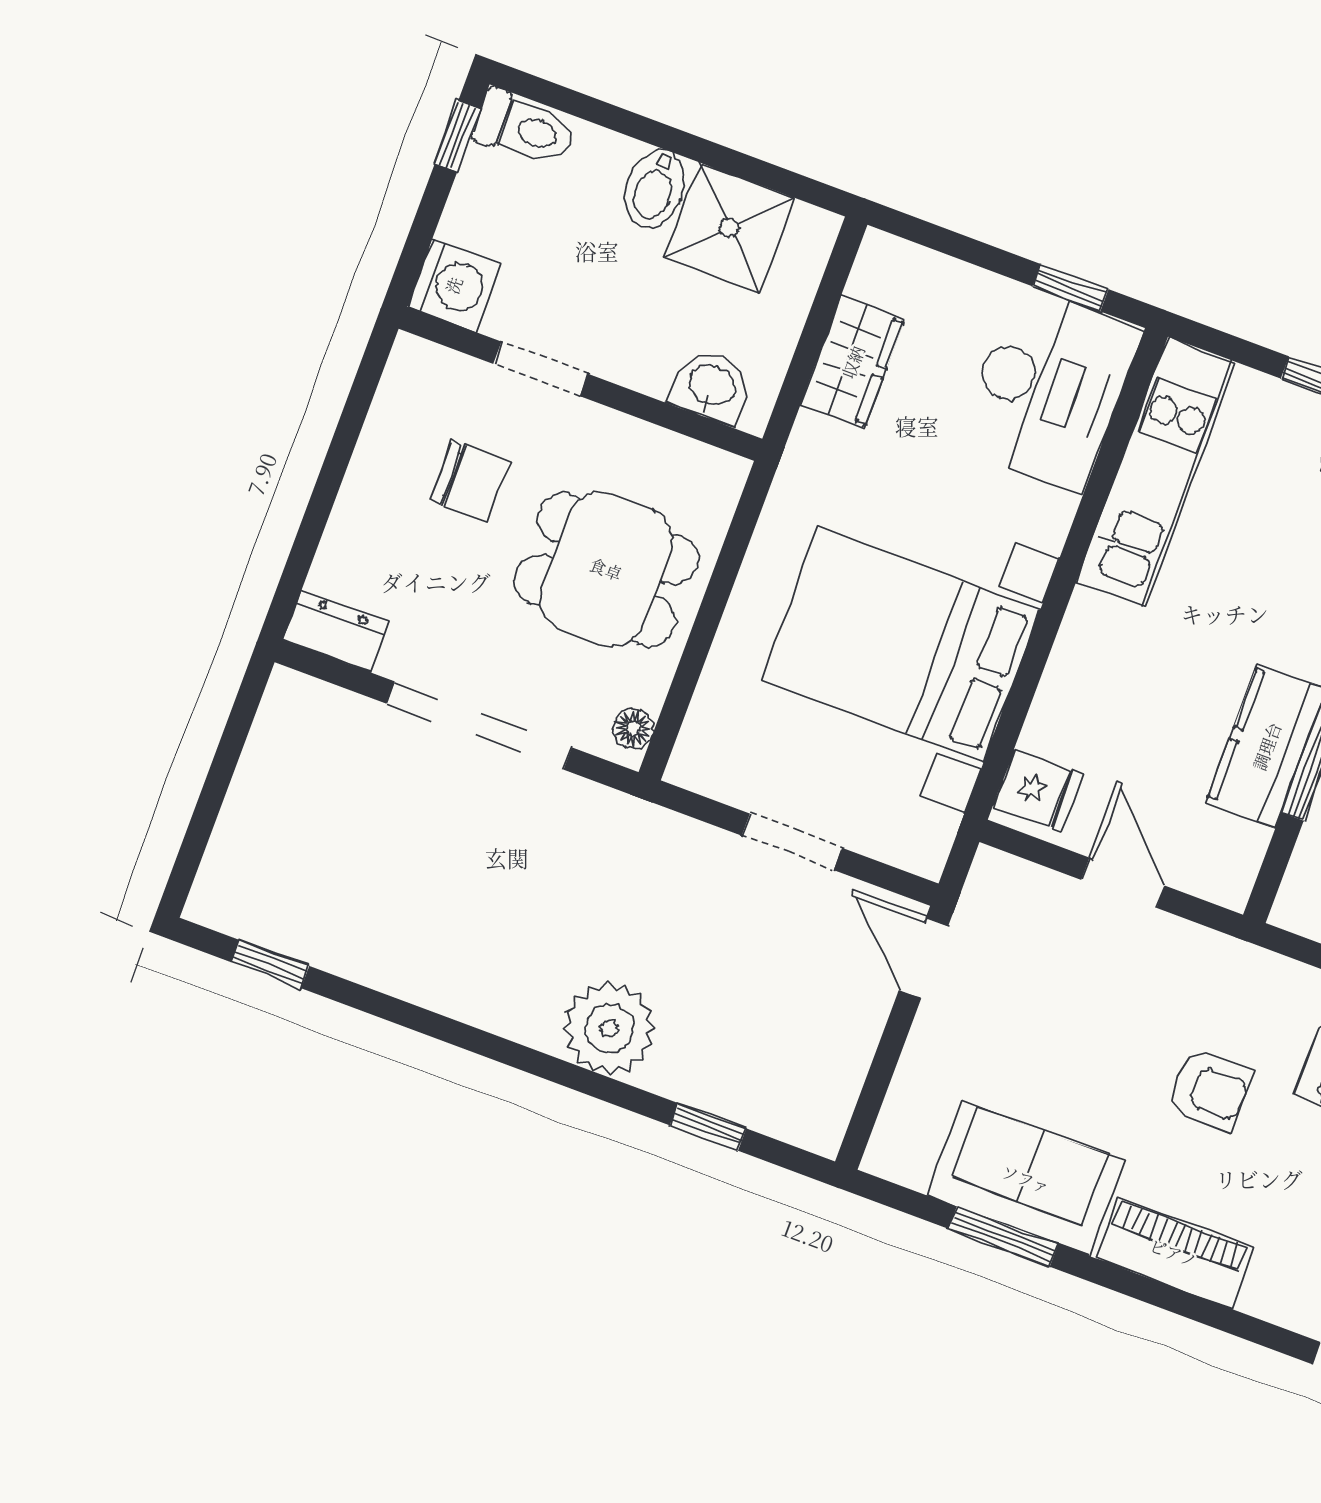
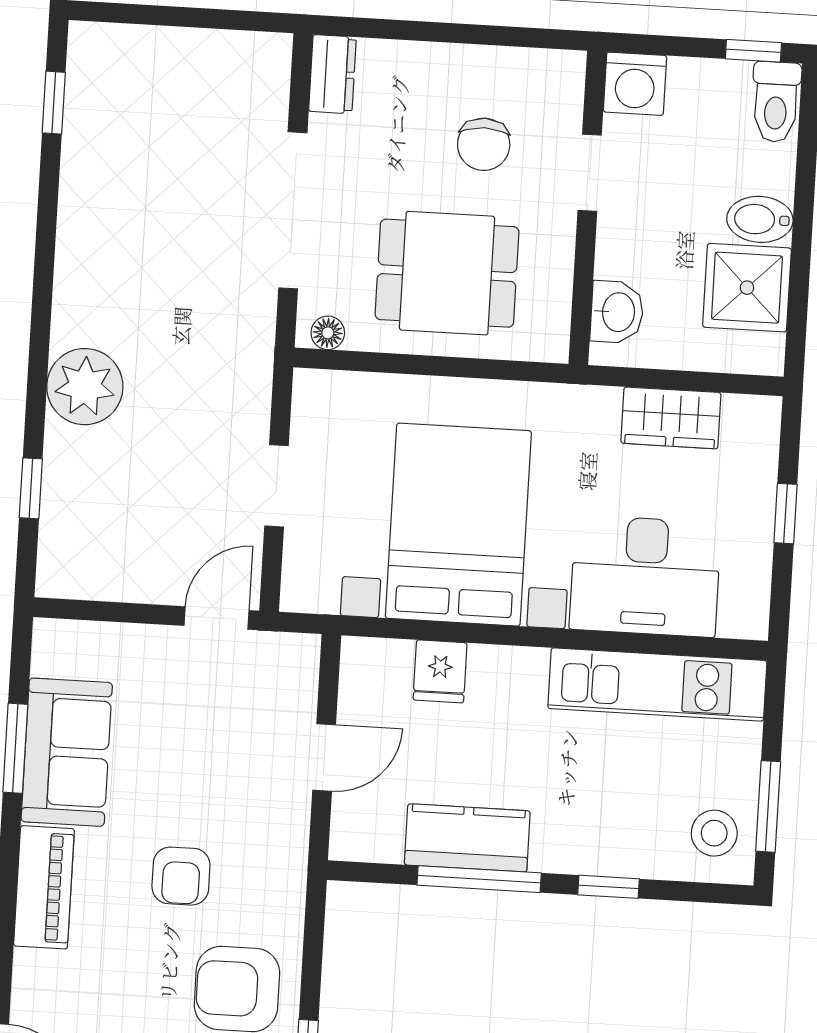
window: (1071, 288) -> (786, 514), moved
desk: (1049, 388) -> (645, 576), moved
dining table: (606, 569) -> (447, 273), turned 90
fridge: (1037, 790) -> (440, 671), moved

